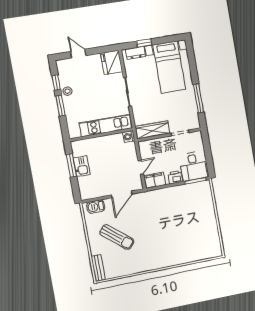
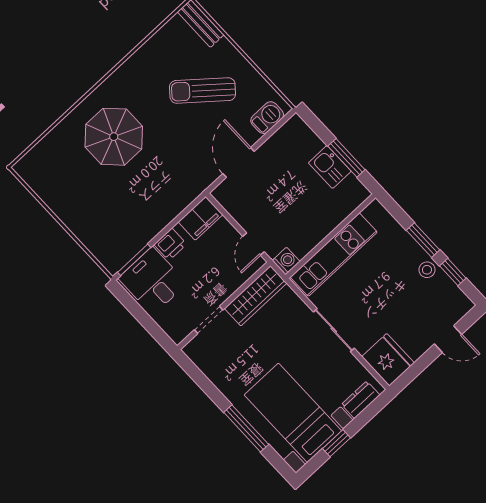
window: (144, 43) -> (336, 443), moved
window: (198, 98) -> (246, 428), moved
door: (141, 167) -> (254, 244), moved
parasol: (169, 241) -> (114, 137), added

